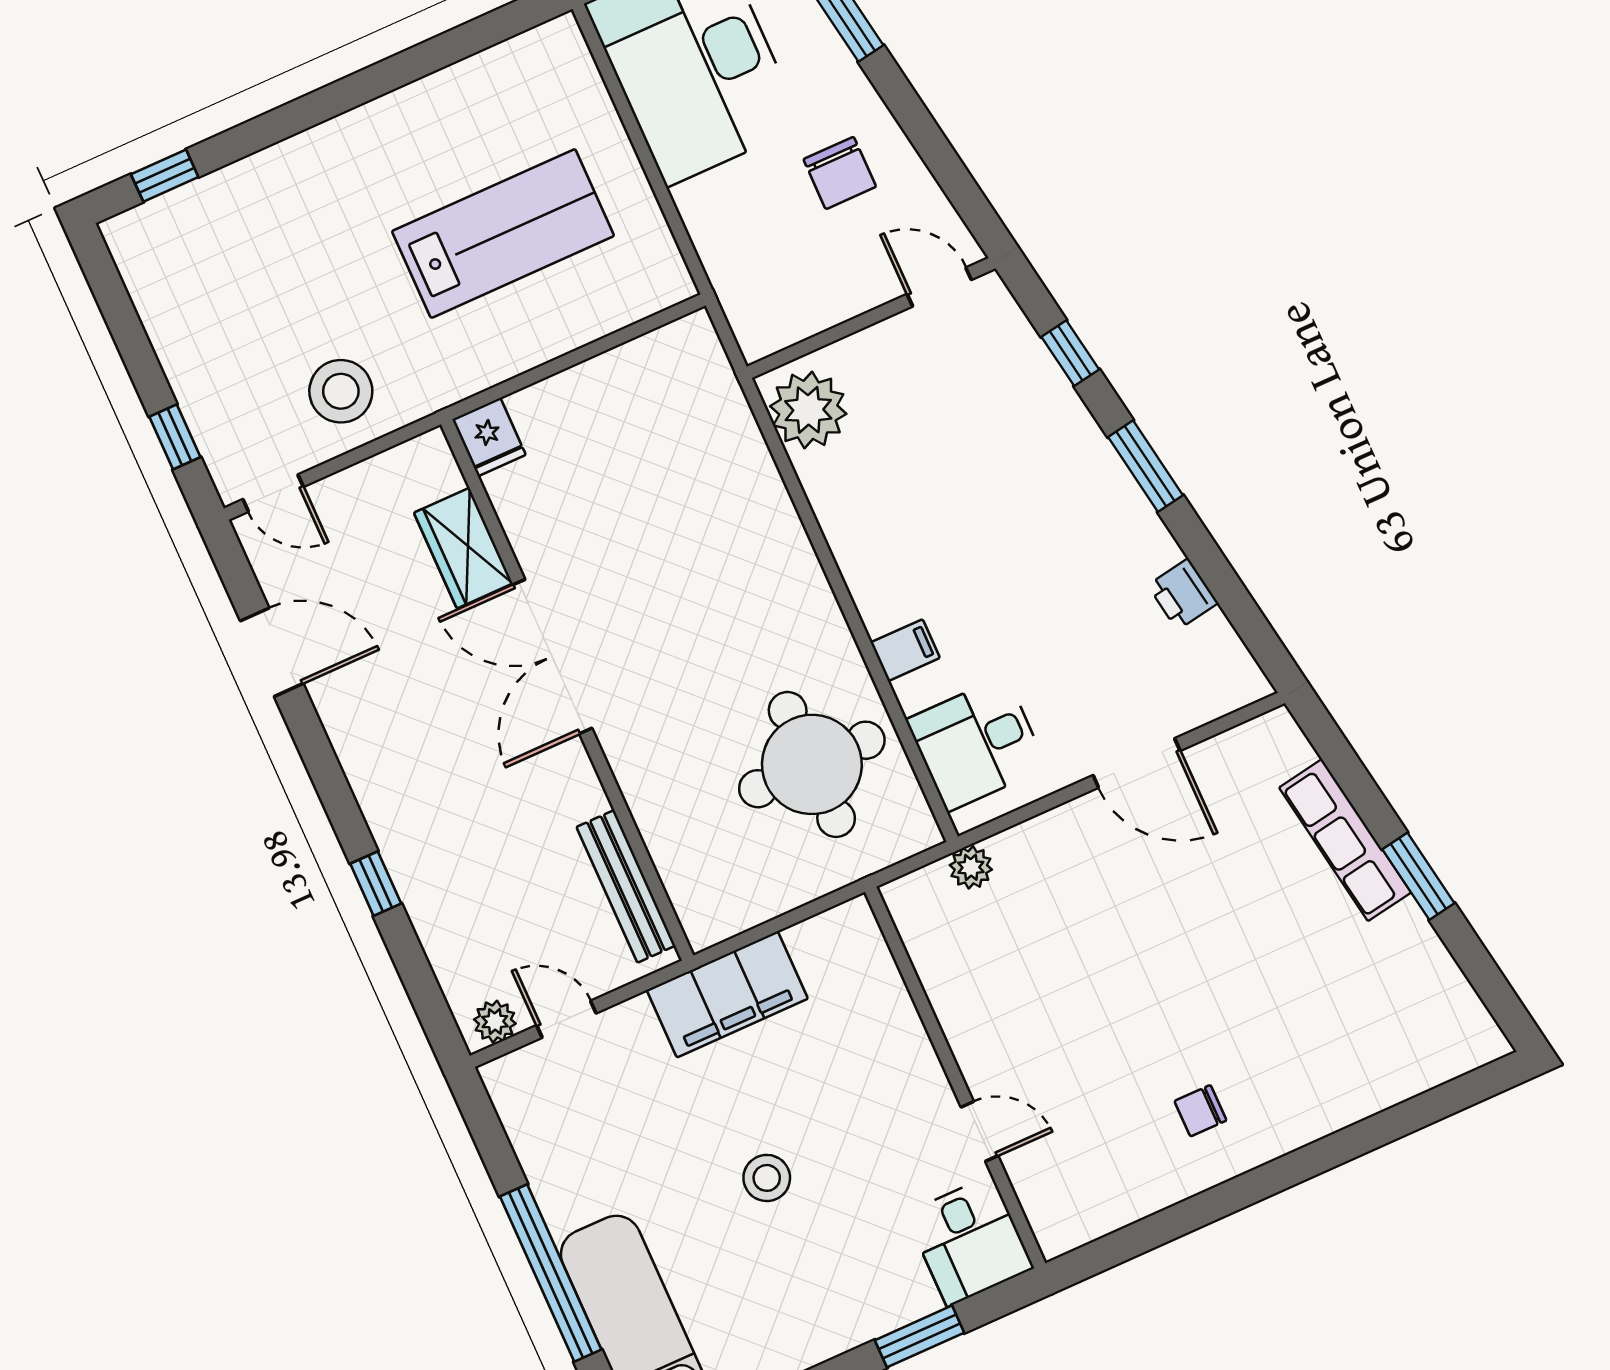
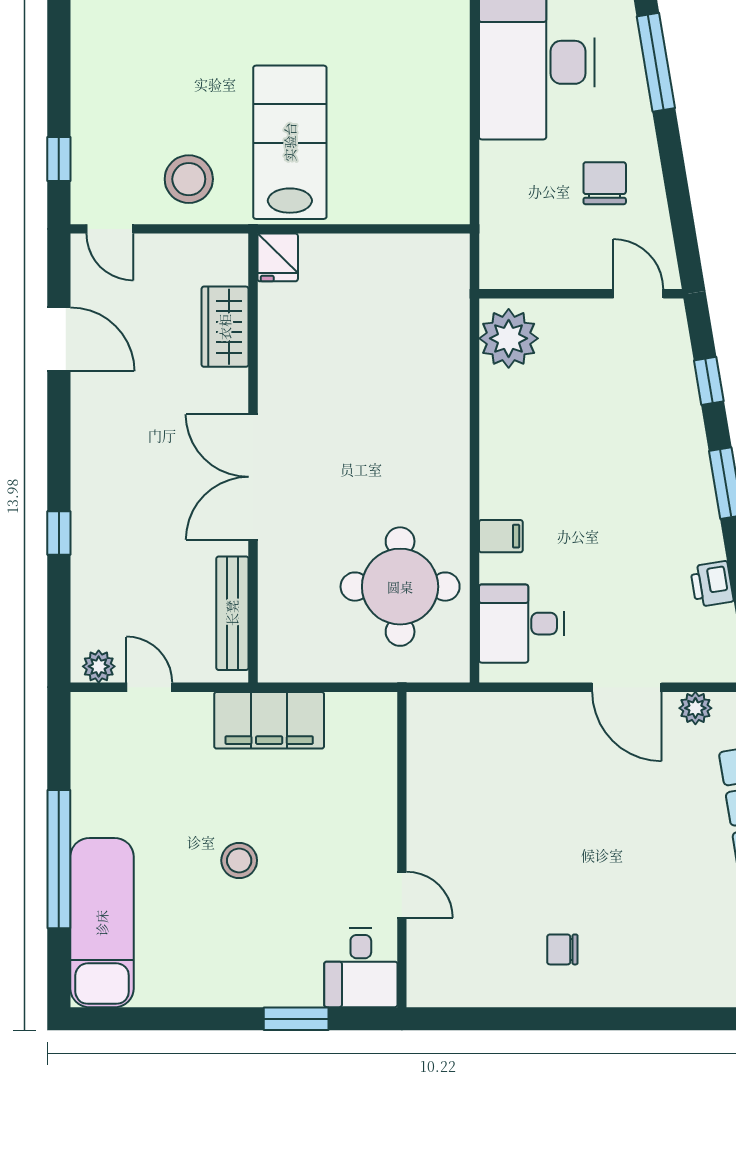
chair: (840, 173) -> (605, 183), turned 180
lab bench: (503, 234) -> (290, 142), moved, turned -90
double door: (552, 657) -> (253, 477), moved
plant: (971, 867) -> (695, 708), moved

